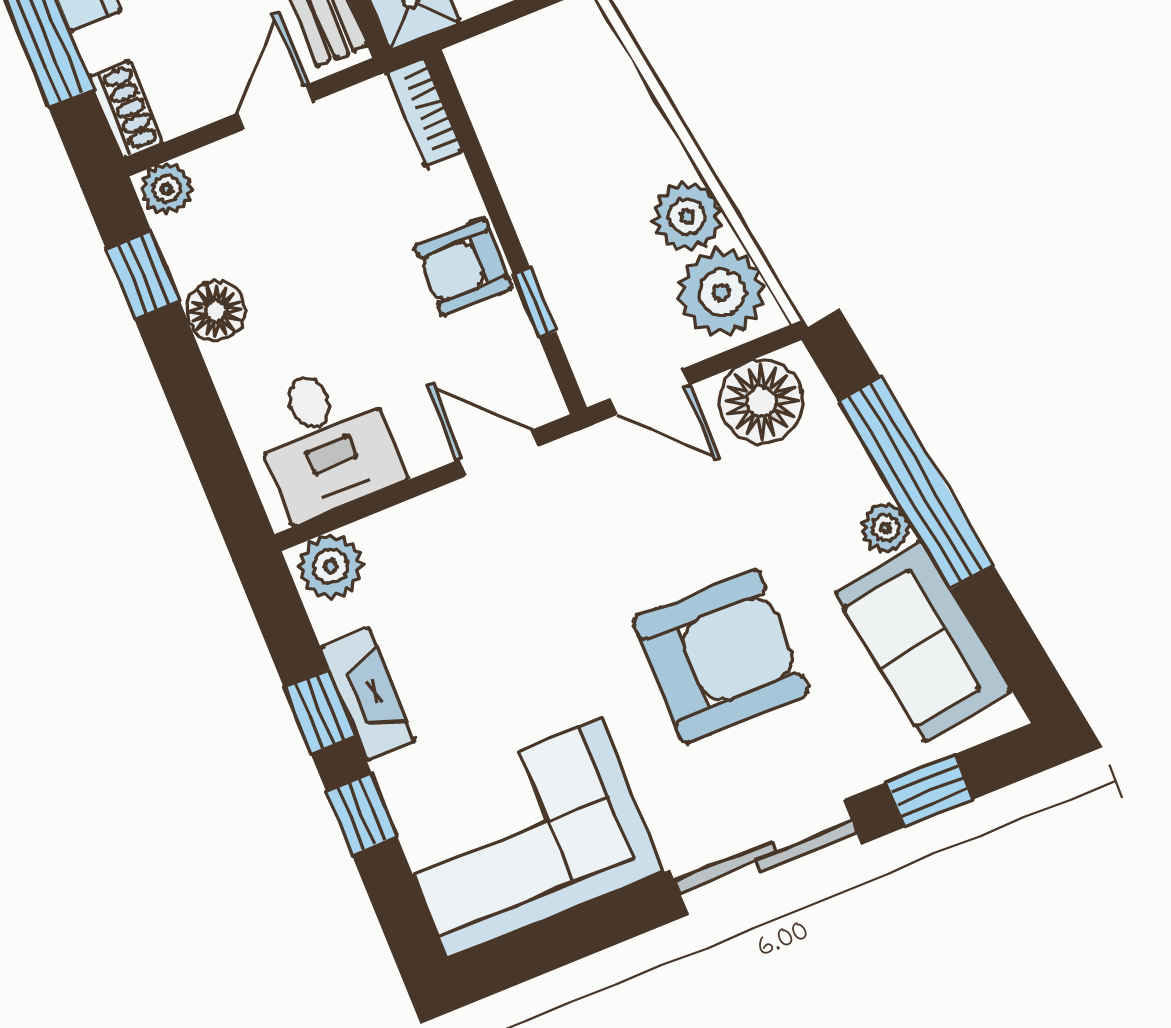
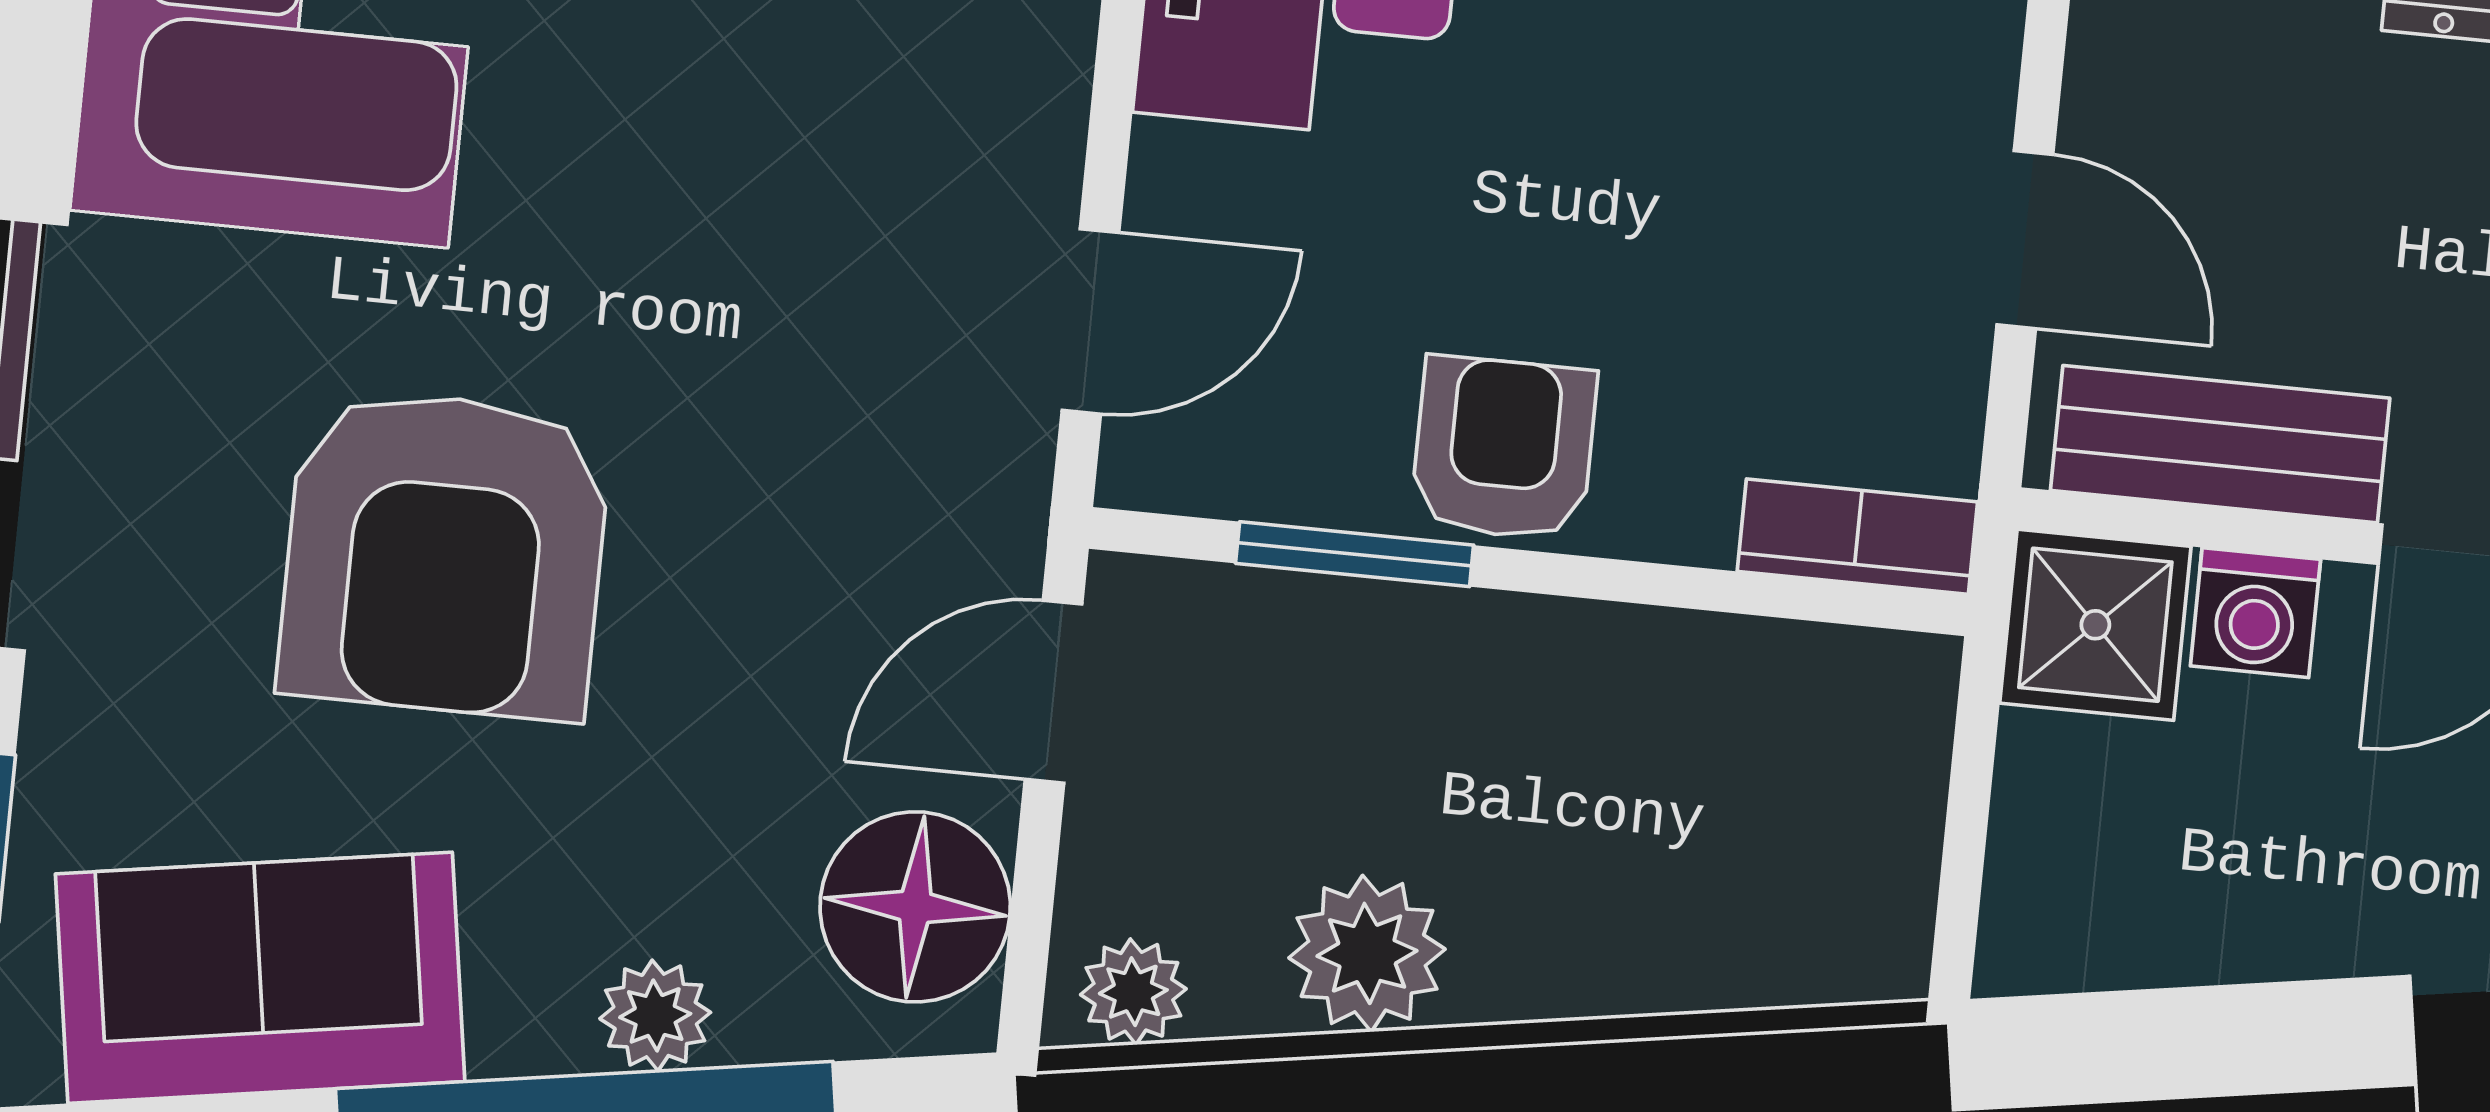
plant: (722, 292) -> (1133, 992), width x0.53, depth x0.53
window: (535, 303) -> (1355, 554), width x1.50
plant: (886, 528) -> (655, 1015), moved

